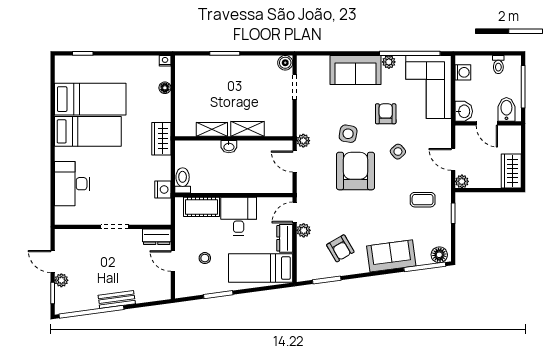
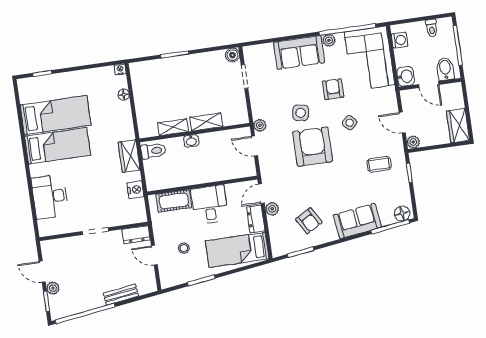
wardrobe: (161, 139) -> (129, 156), moved
toilet: (183, 180) -> (153, 151), moved, turned 90
bench: (117, 299) -> (121, 295), moved

